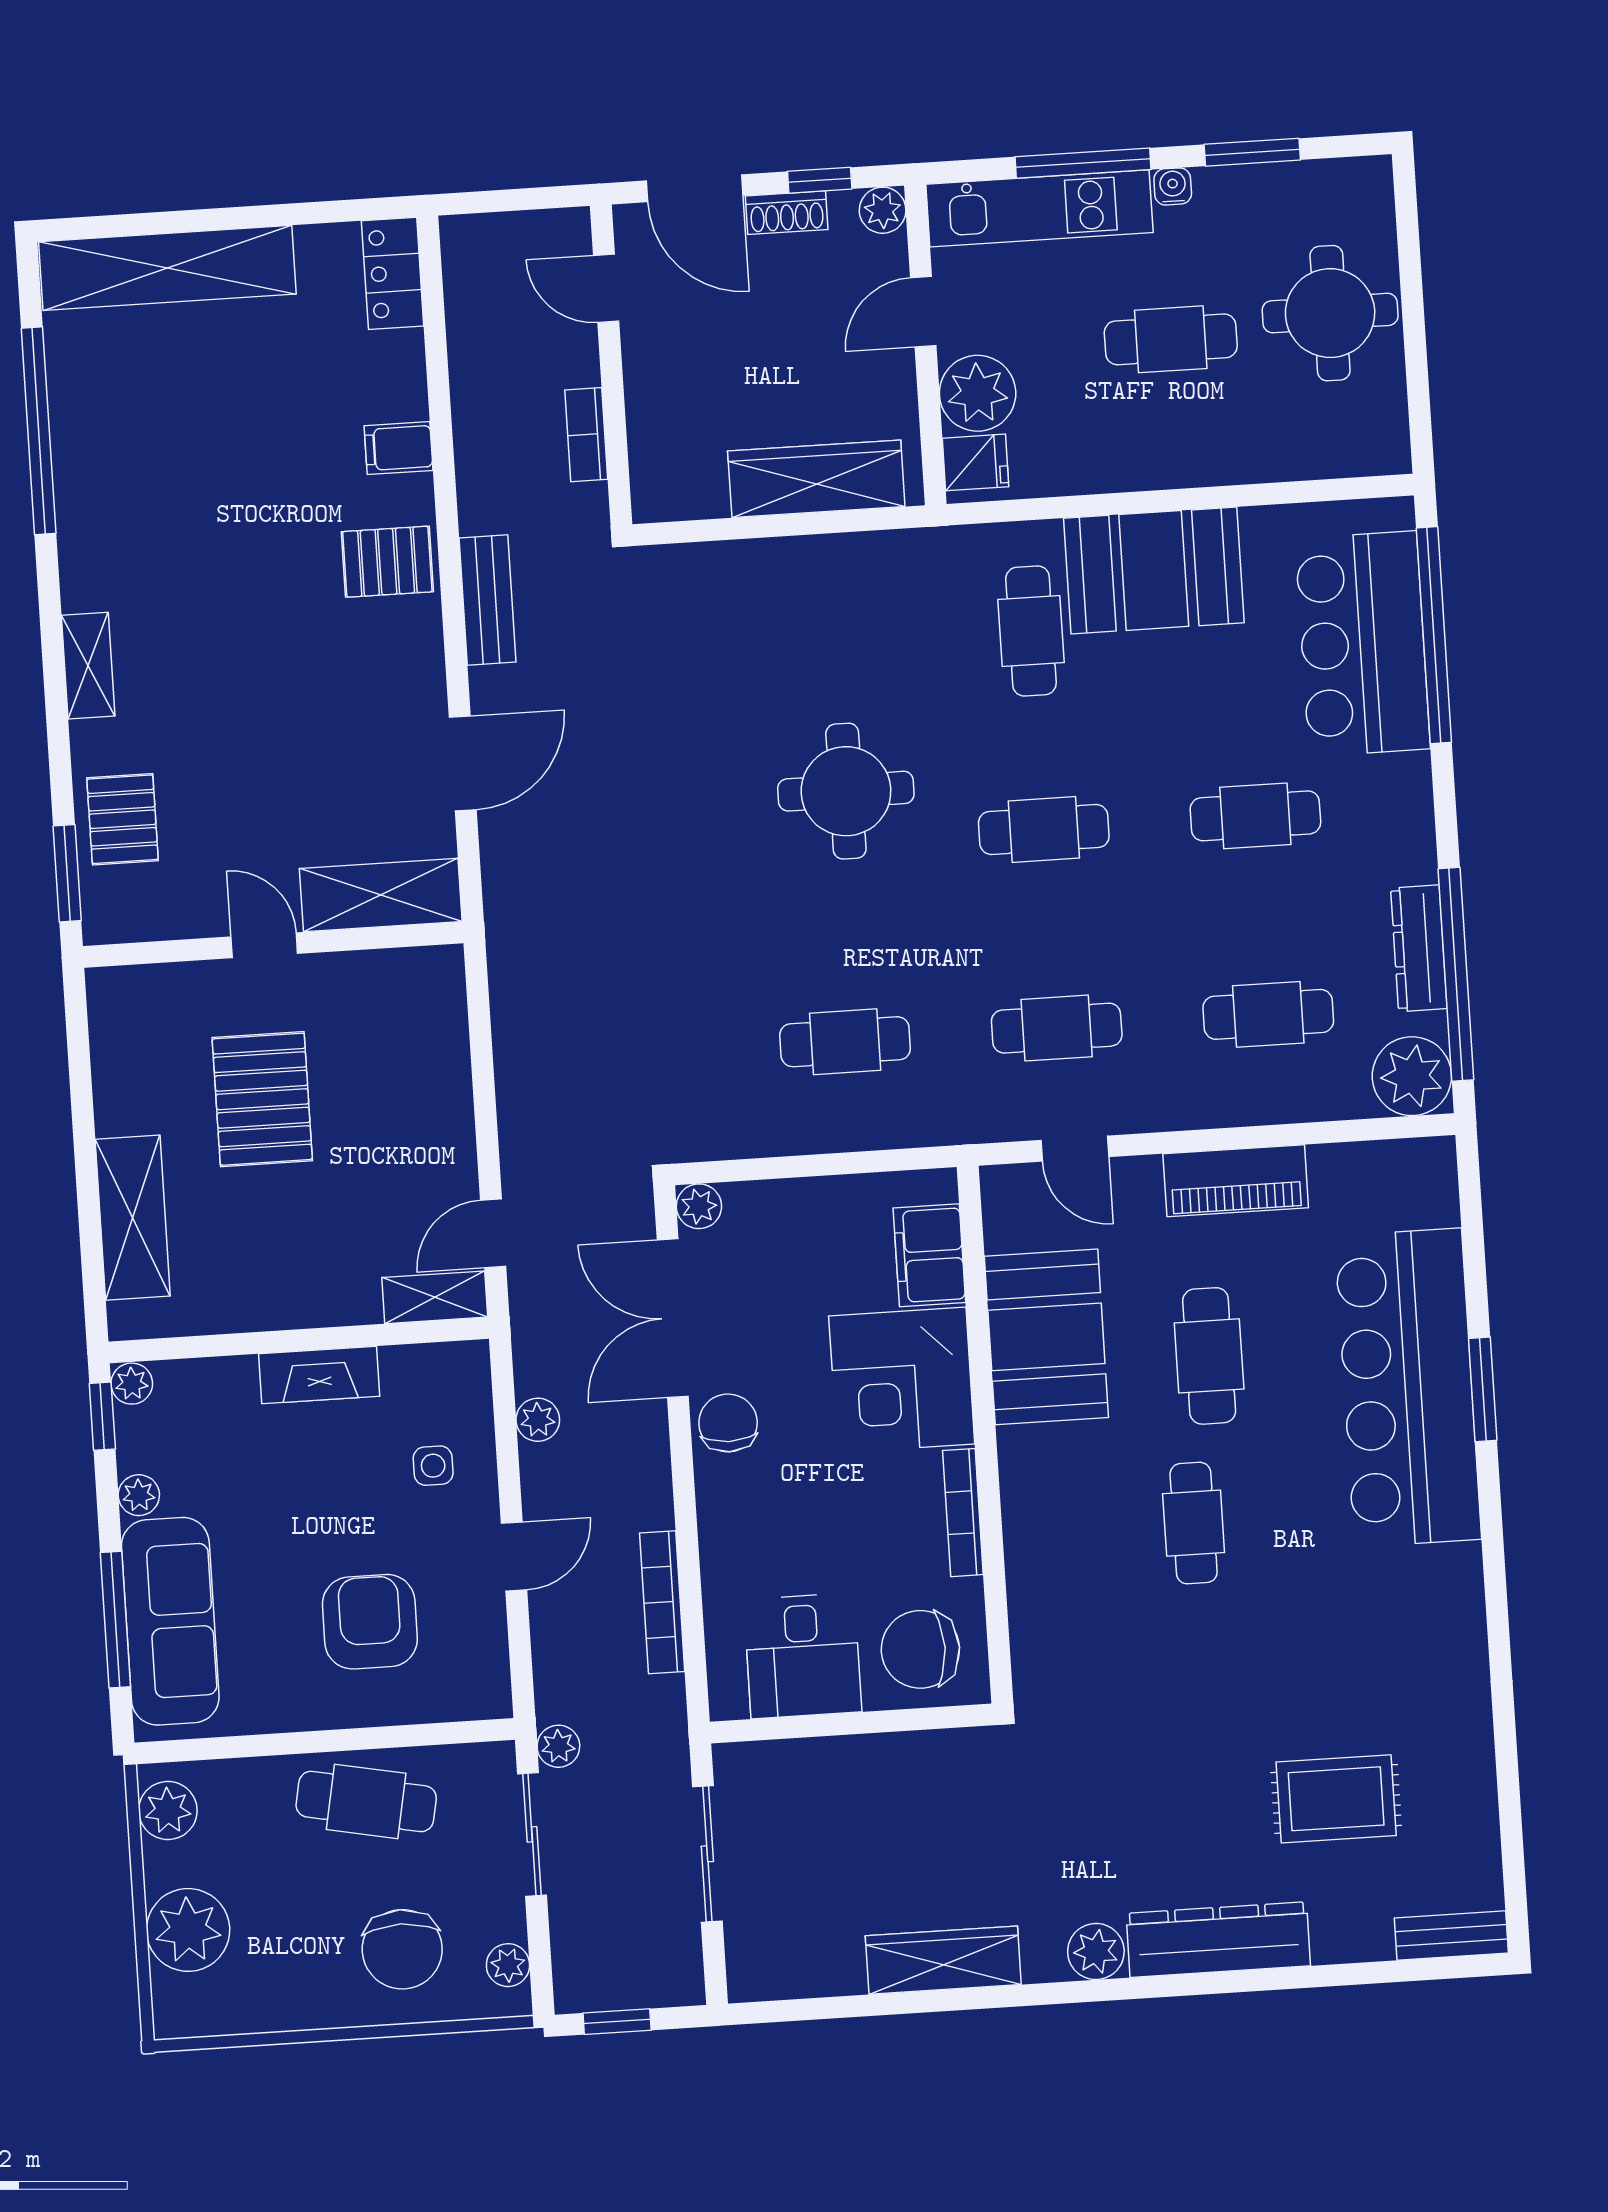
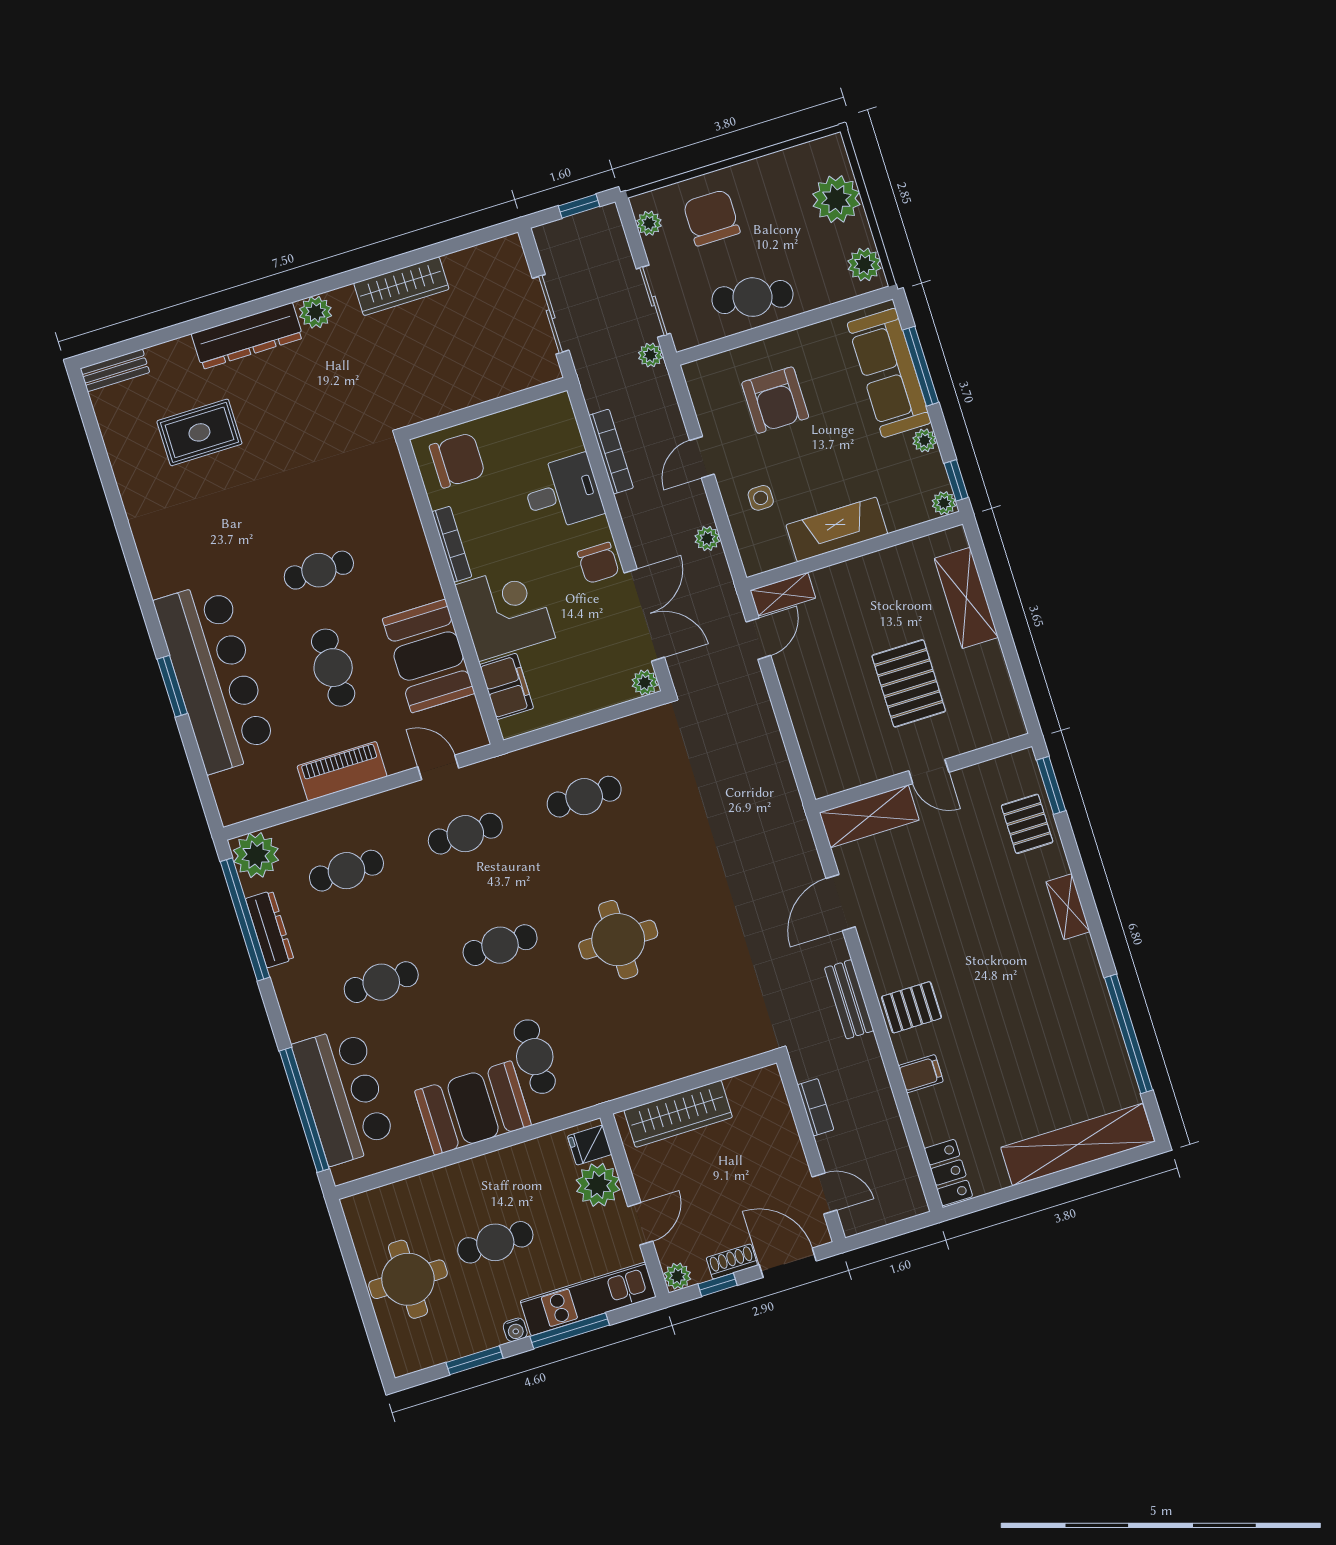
fireplace: (319, 1375) -> (837, 529), width x1.37, depth x1.32
cafe table: (1194, 1523) -> (319, 570), turned 90
desk: (803, 1656) -> (563, 493), moved, turned 90

